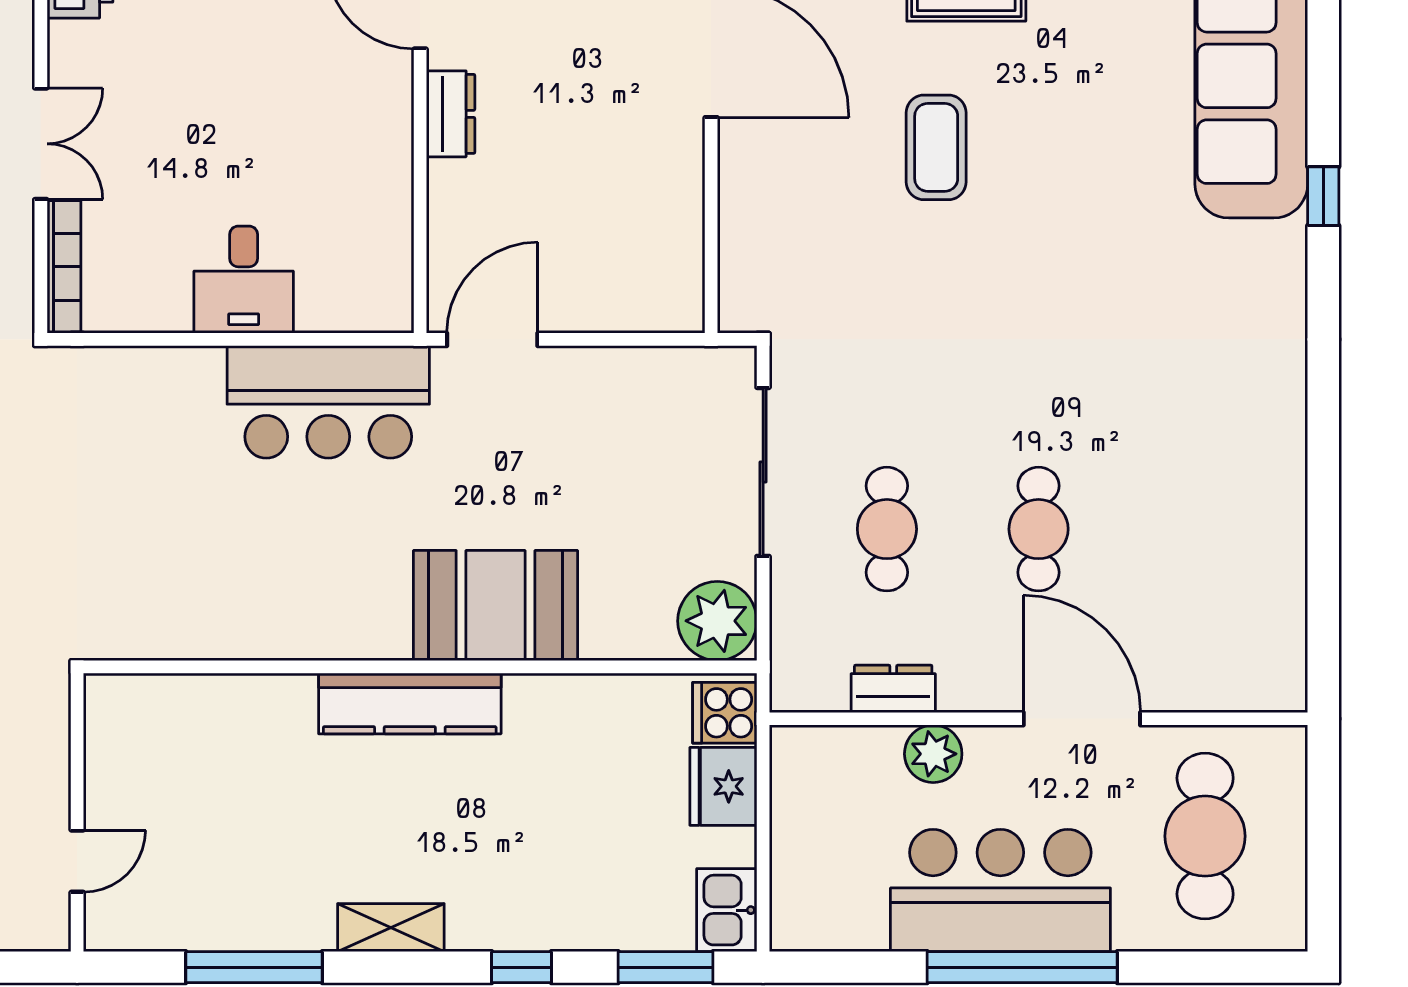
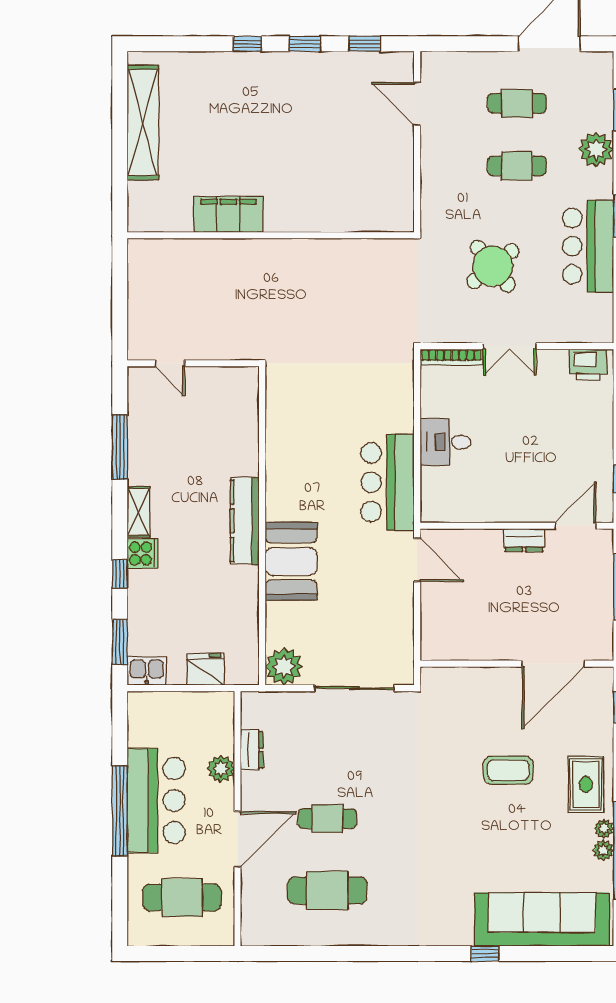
cafe table: (887, 529) -> (327, 890), moved, width x1.37, depth x1.35
cooker: (725, 713) -> (142, 553), moved, turned 90

